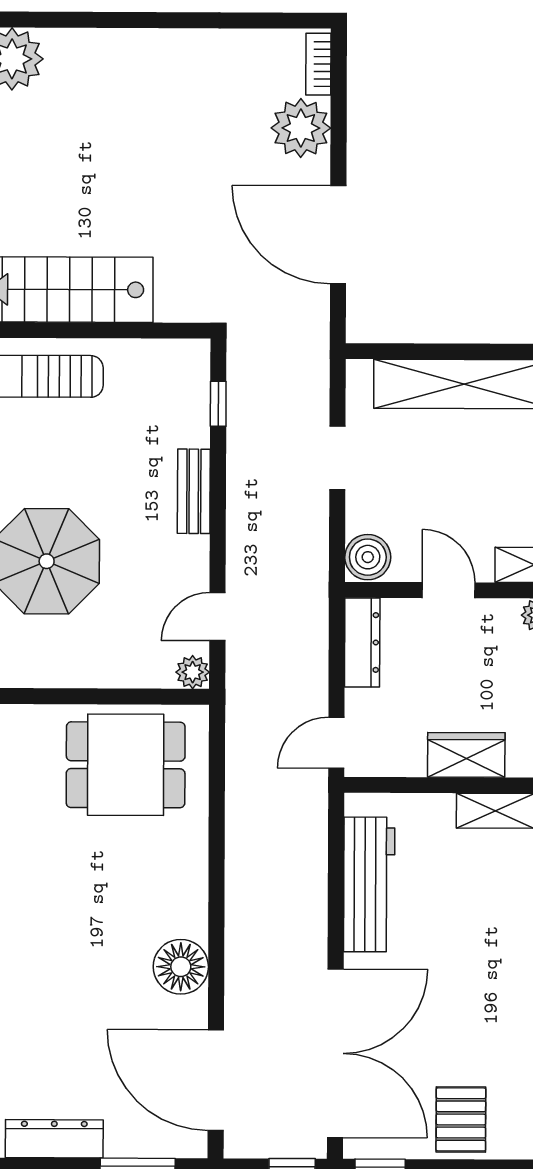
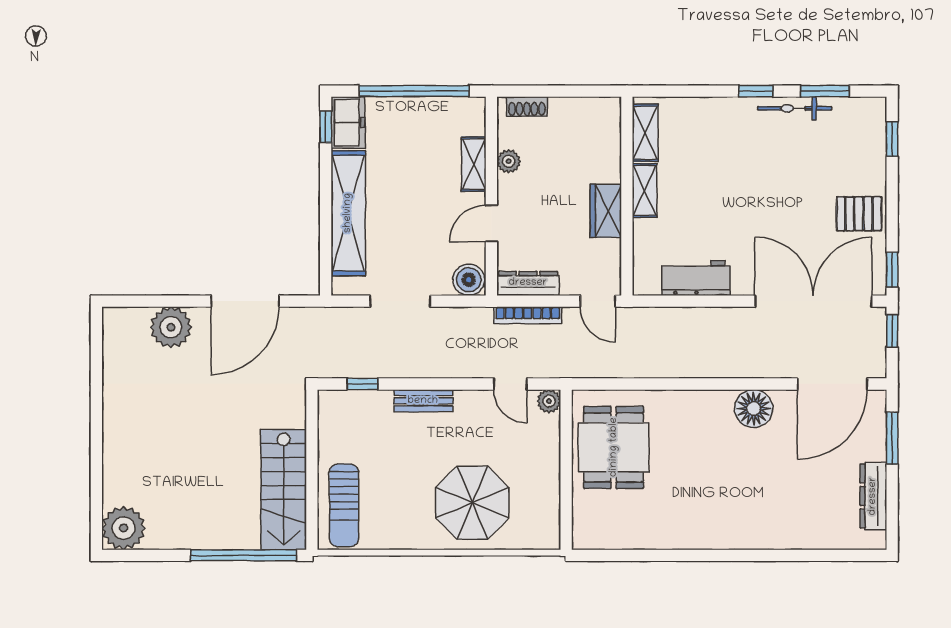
bookcase: (318, 64) -> (528, 315), moved, width x1.56
doorway: (337, 458) -> (400, 301), width x1.38
workbench: (369, 884) -> (696, 278), width x0.73

